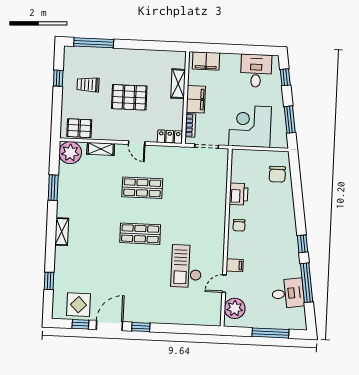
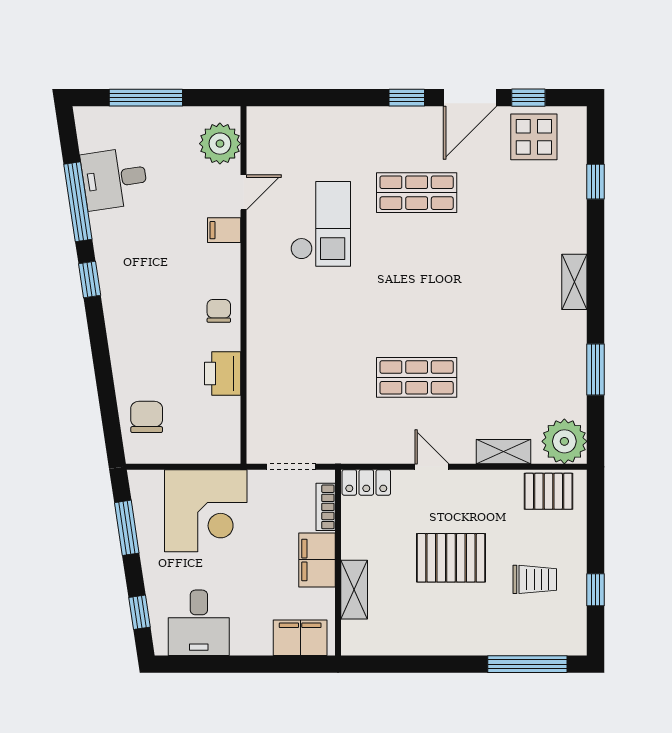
shop shelf: (140, 234) -> (417, 193), moved

